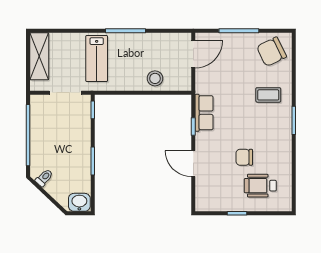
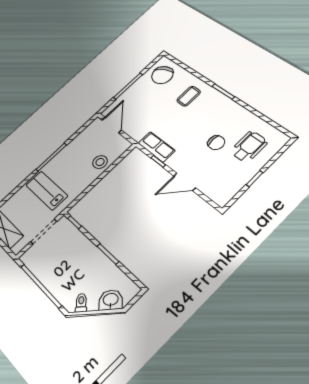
lab bench: (97, 58) -> (47, 191), turned 180
chair: (244, 157) -> (216, 143), turned -90
wheelchair: (260, 186) -> (249, 147), turned 180
washbasin: (79, 202) -> (111, 300), moved, turned 43

